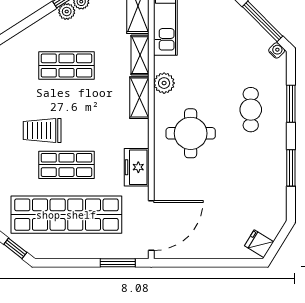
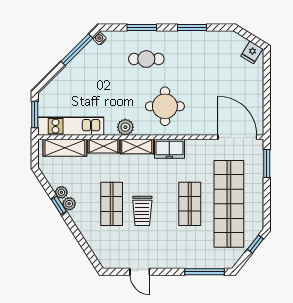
trolley: (42, 131) -> (142, 211), moved
freezer: (137, 167) -> (169, 149), moved

